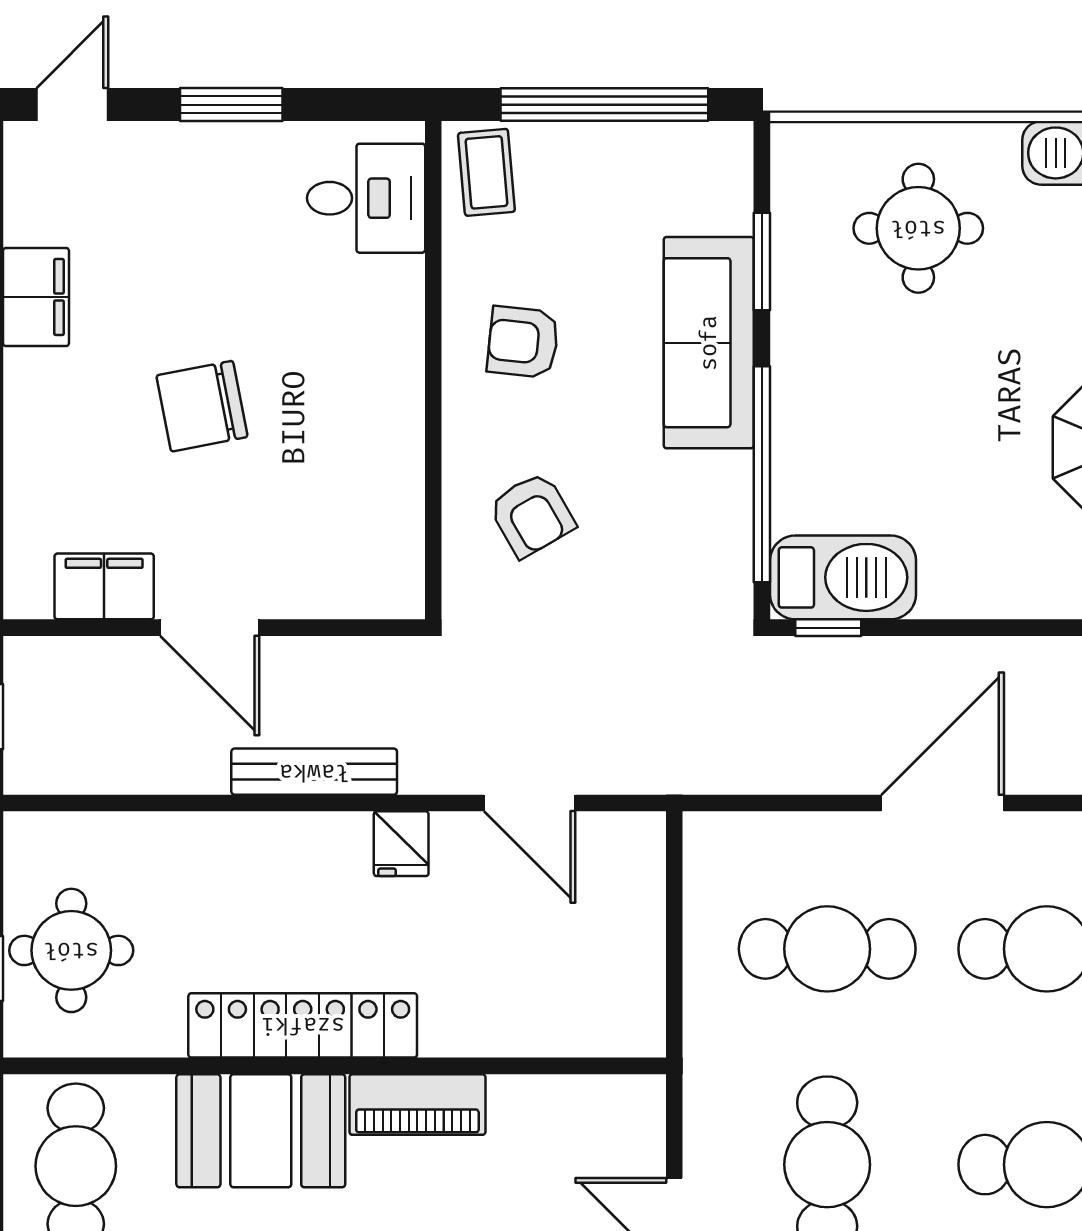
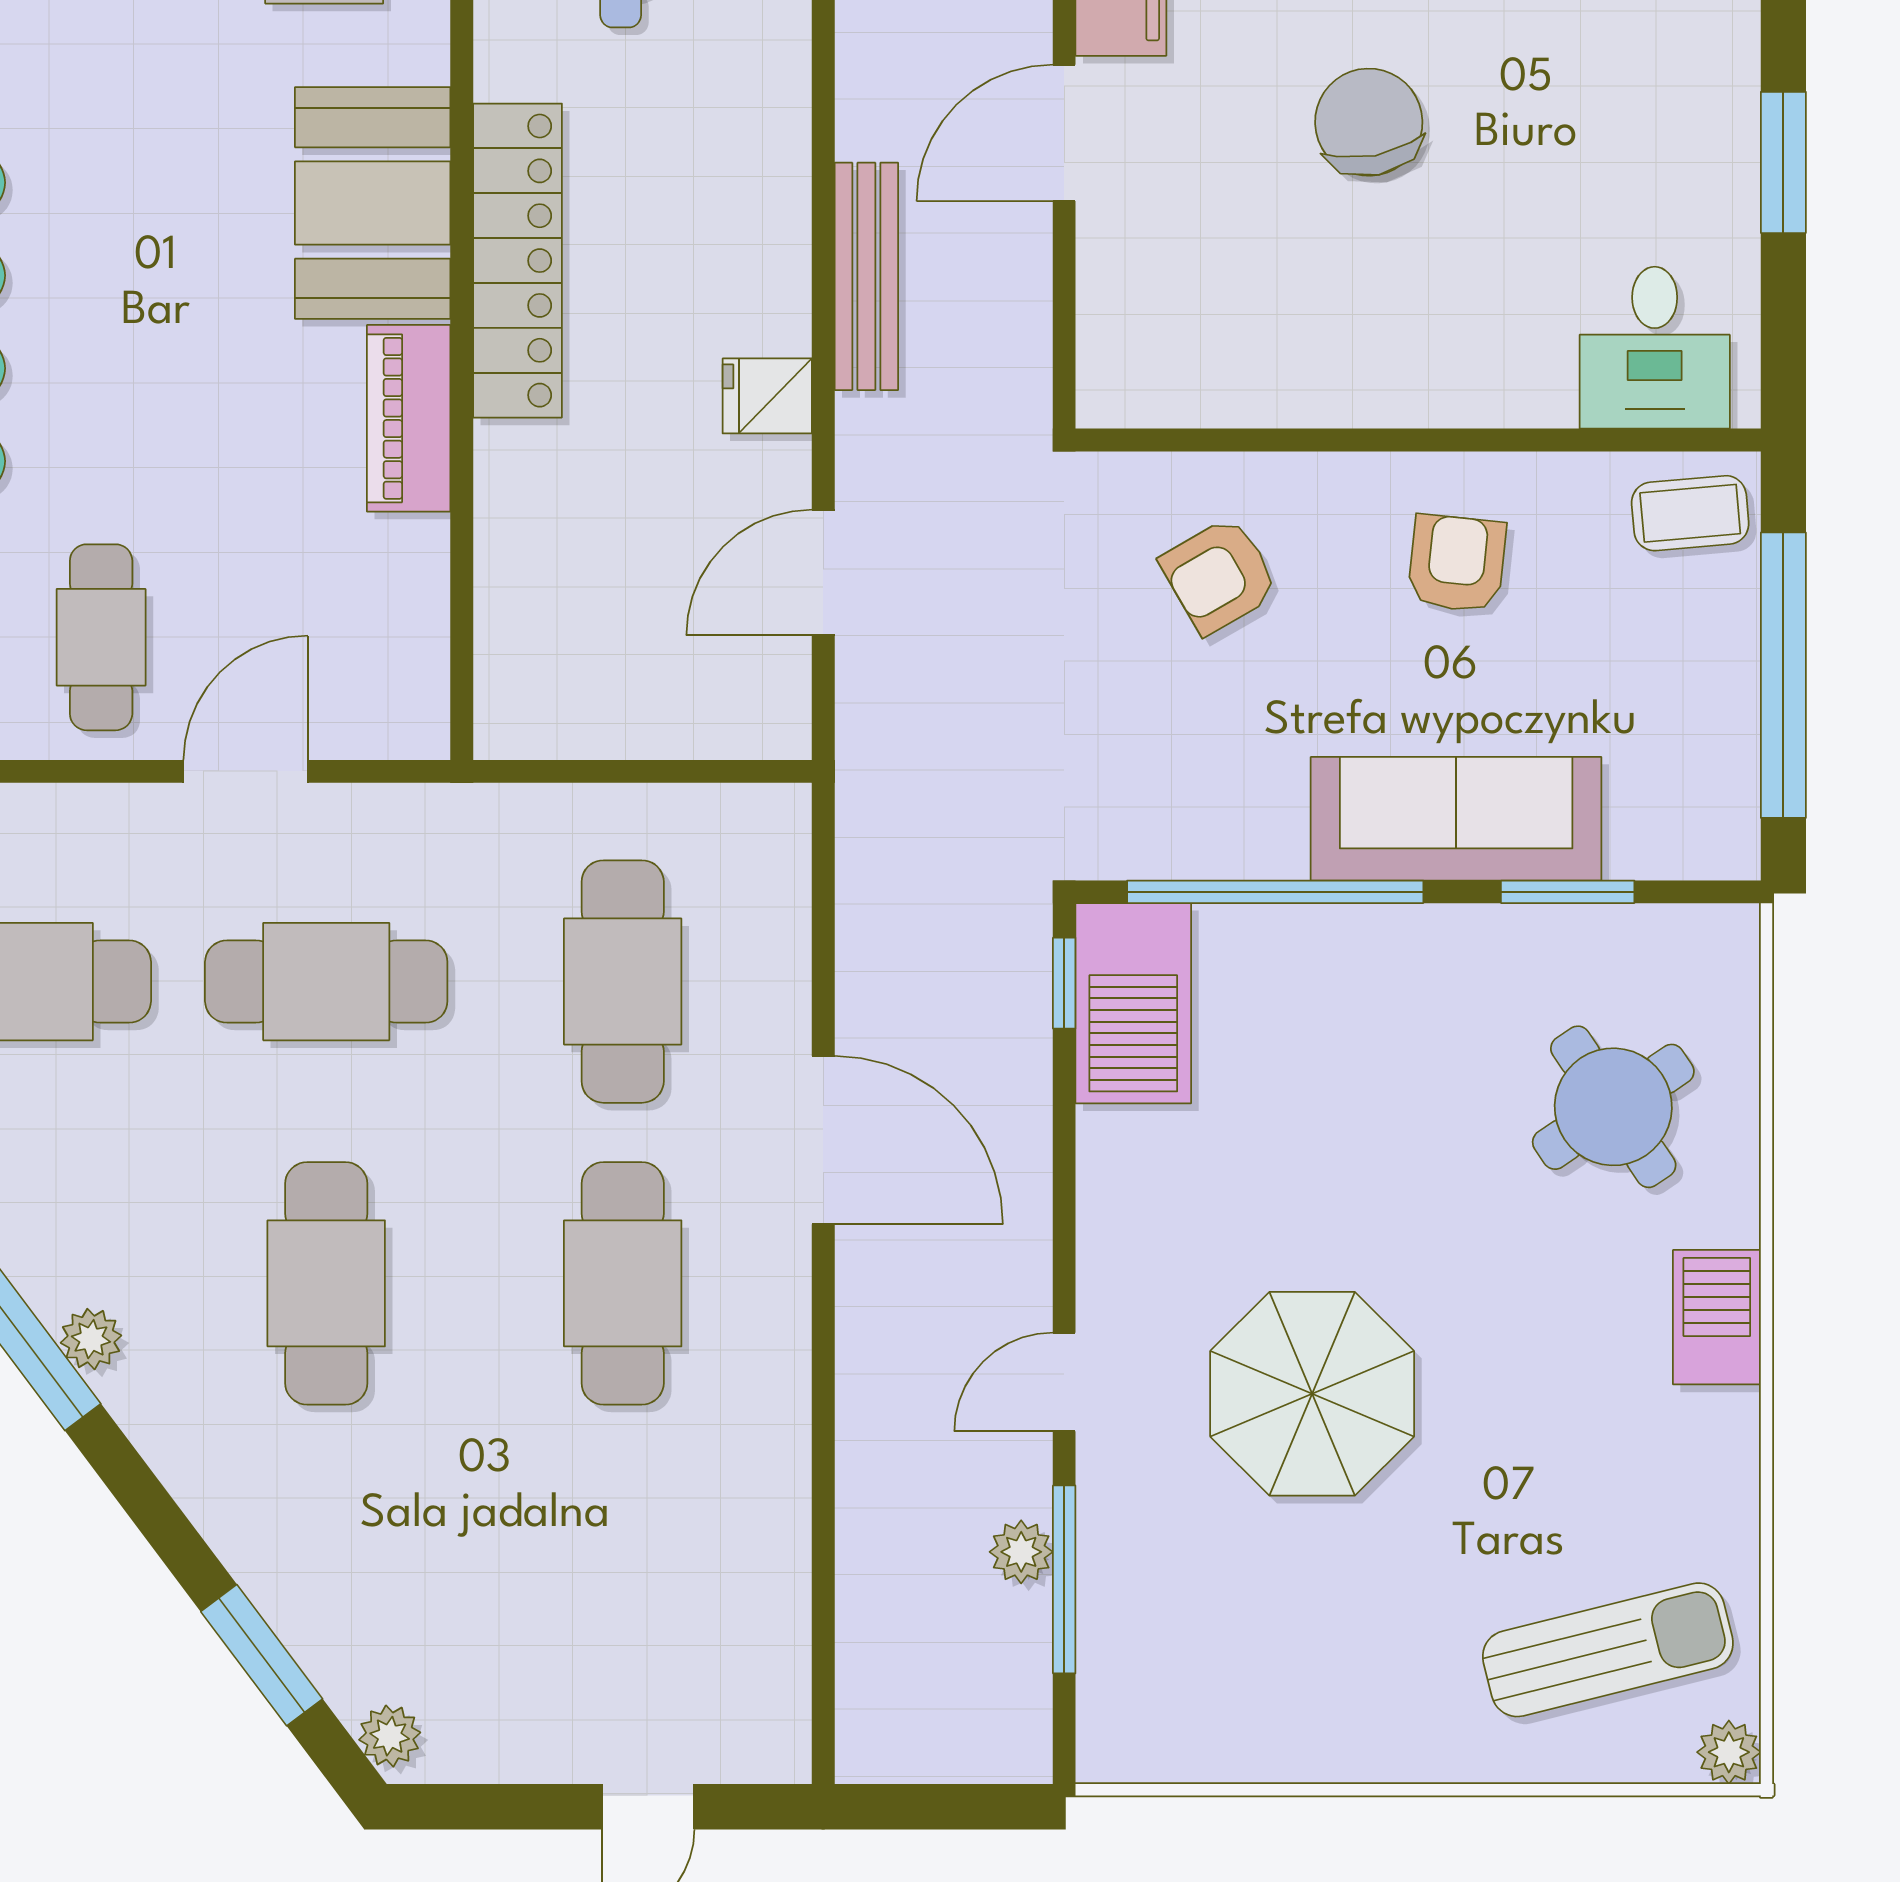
round table: (918, 228) -> (1613, 1107), turned -34

